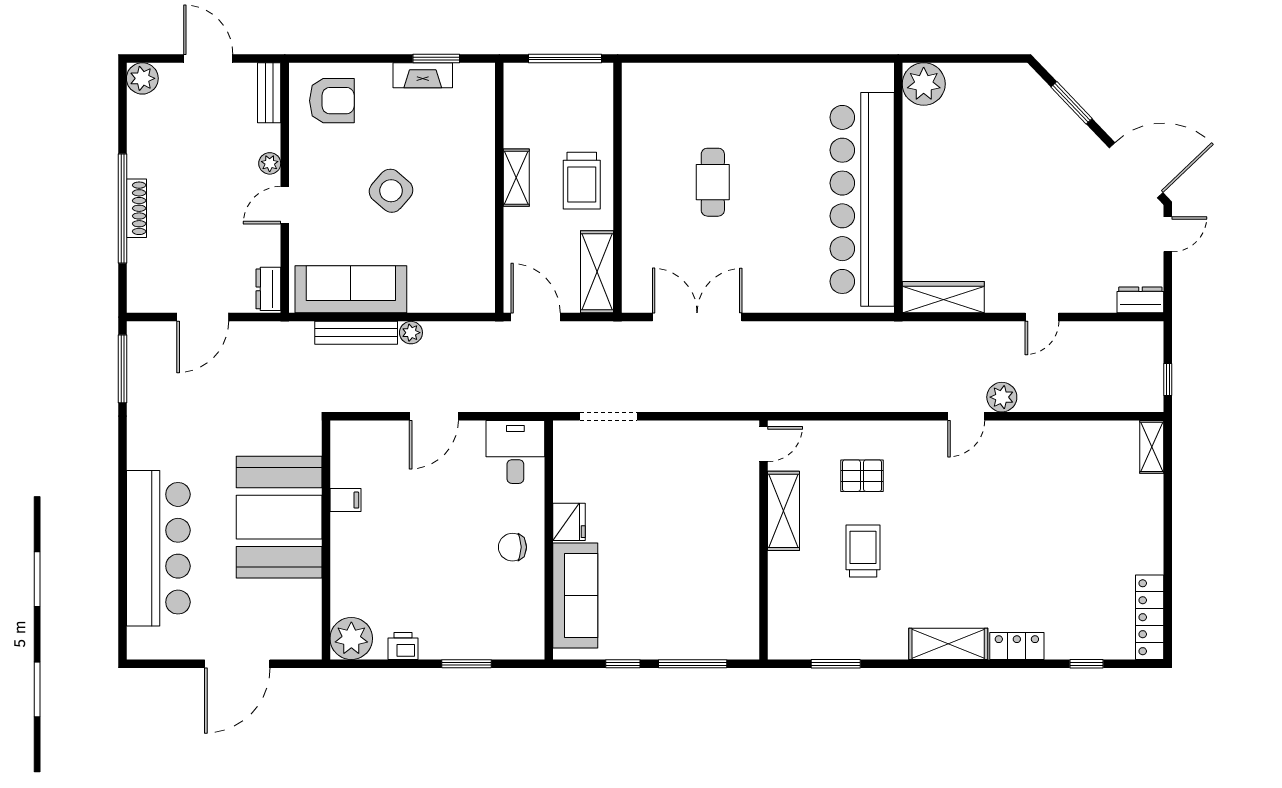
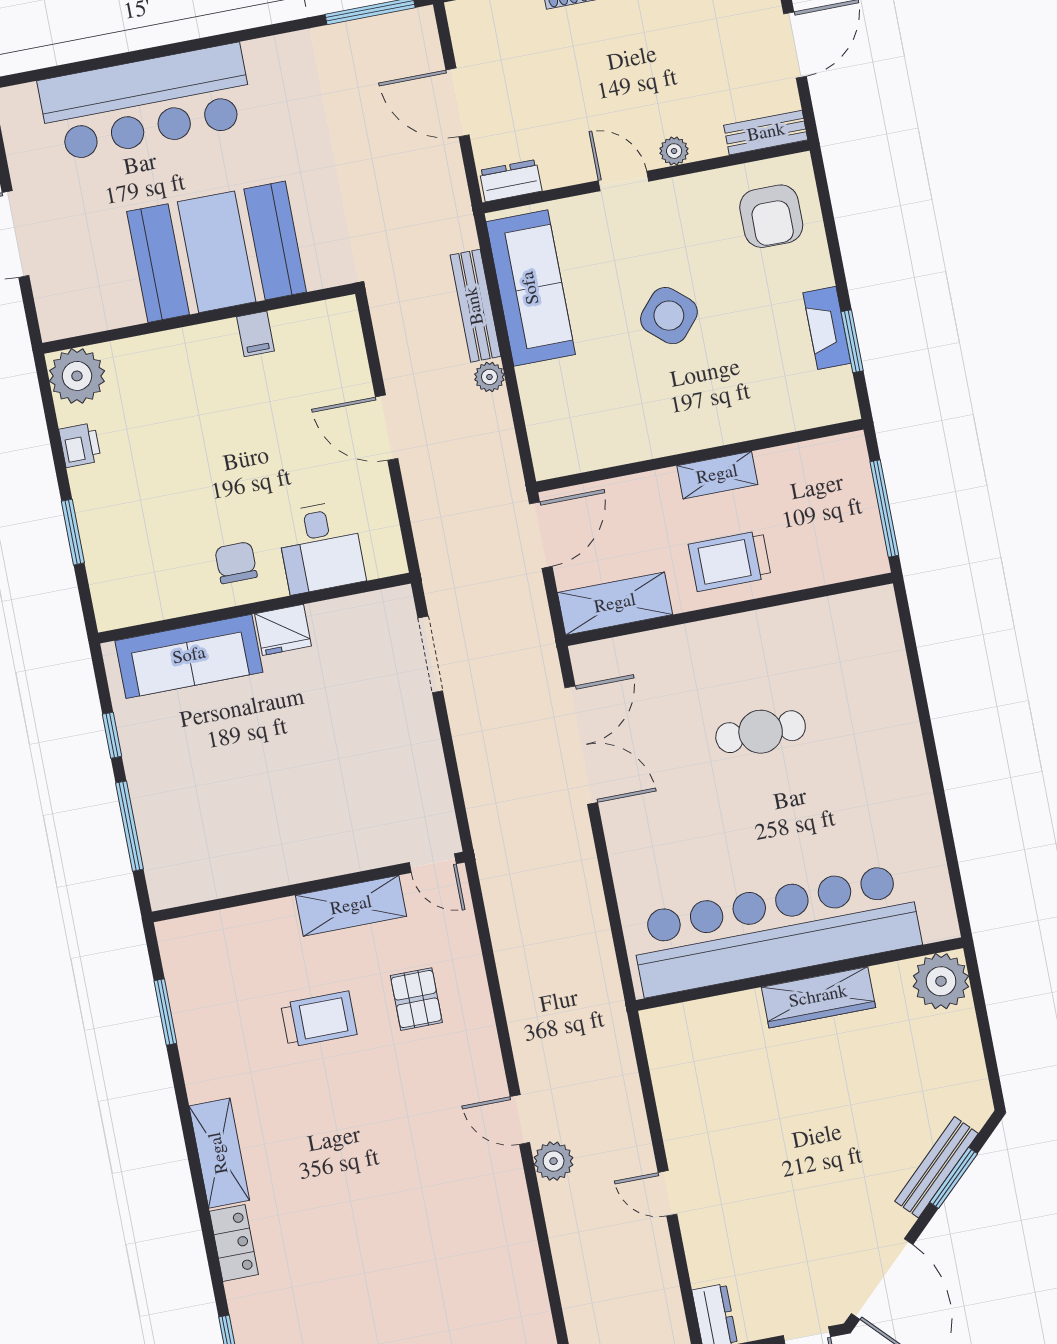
bench: (1061, 114) -> (937, 1167), added
wardrobe: (943, 297) -> (818, 997), moved, turned 90
desk: (515, 452) -> (321, 547), moved, turned 90

